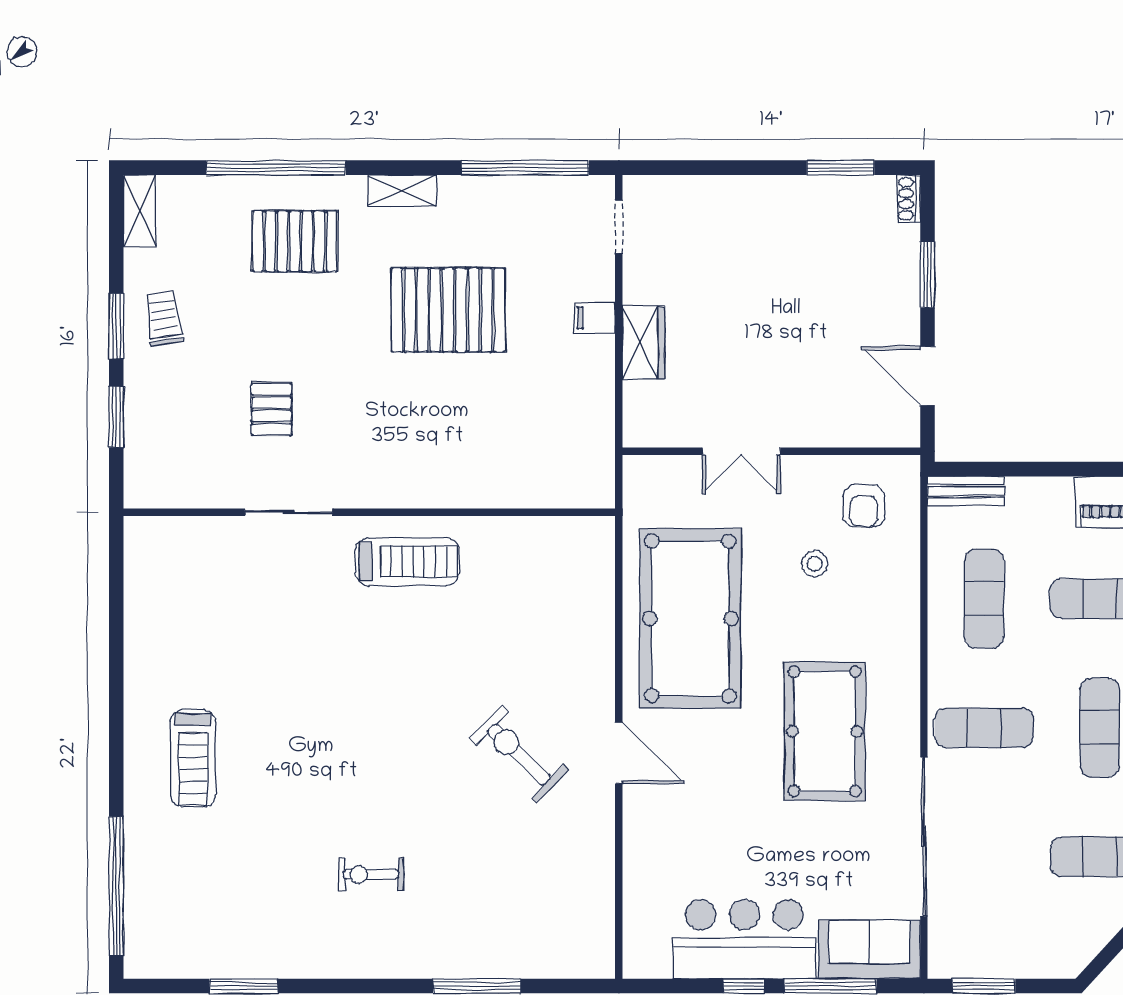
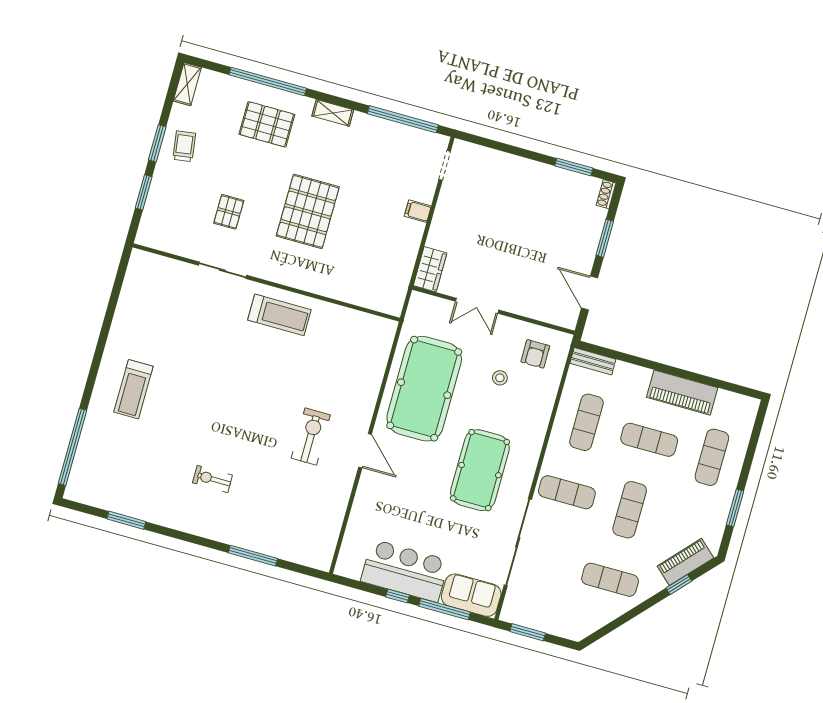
pallet: (448, 310) -> (308, 211), moved, turned 90
wardrobe: (643, 343) -> (430, 269), moved
exercise bike: (519, 755) -> (311, 436), turned 46

